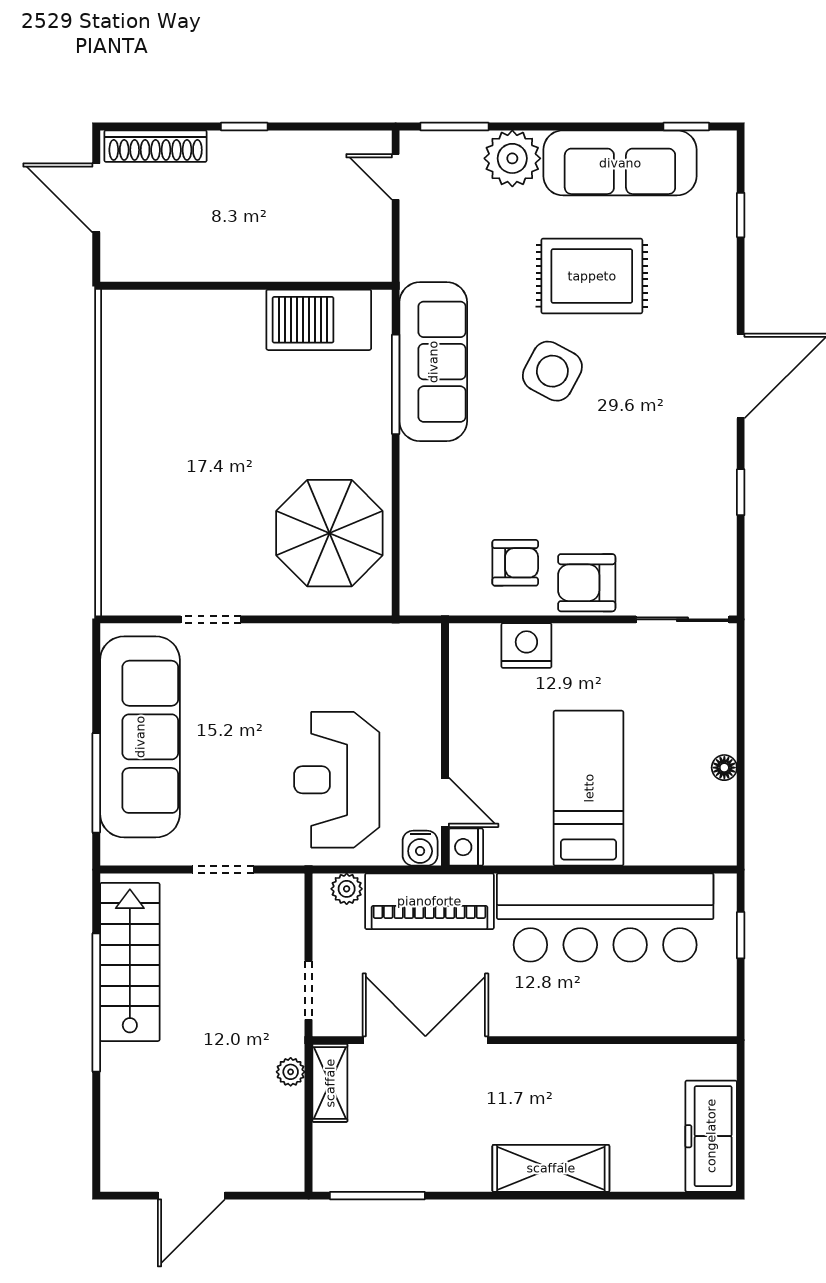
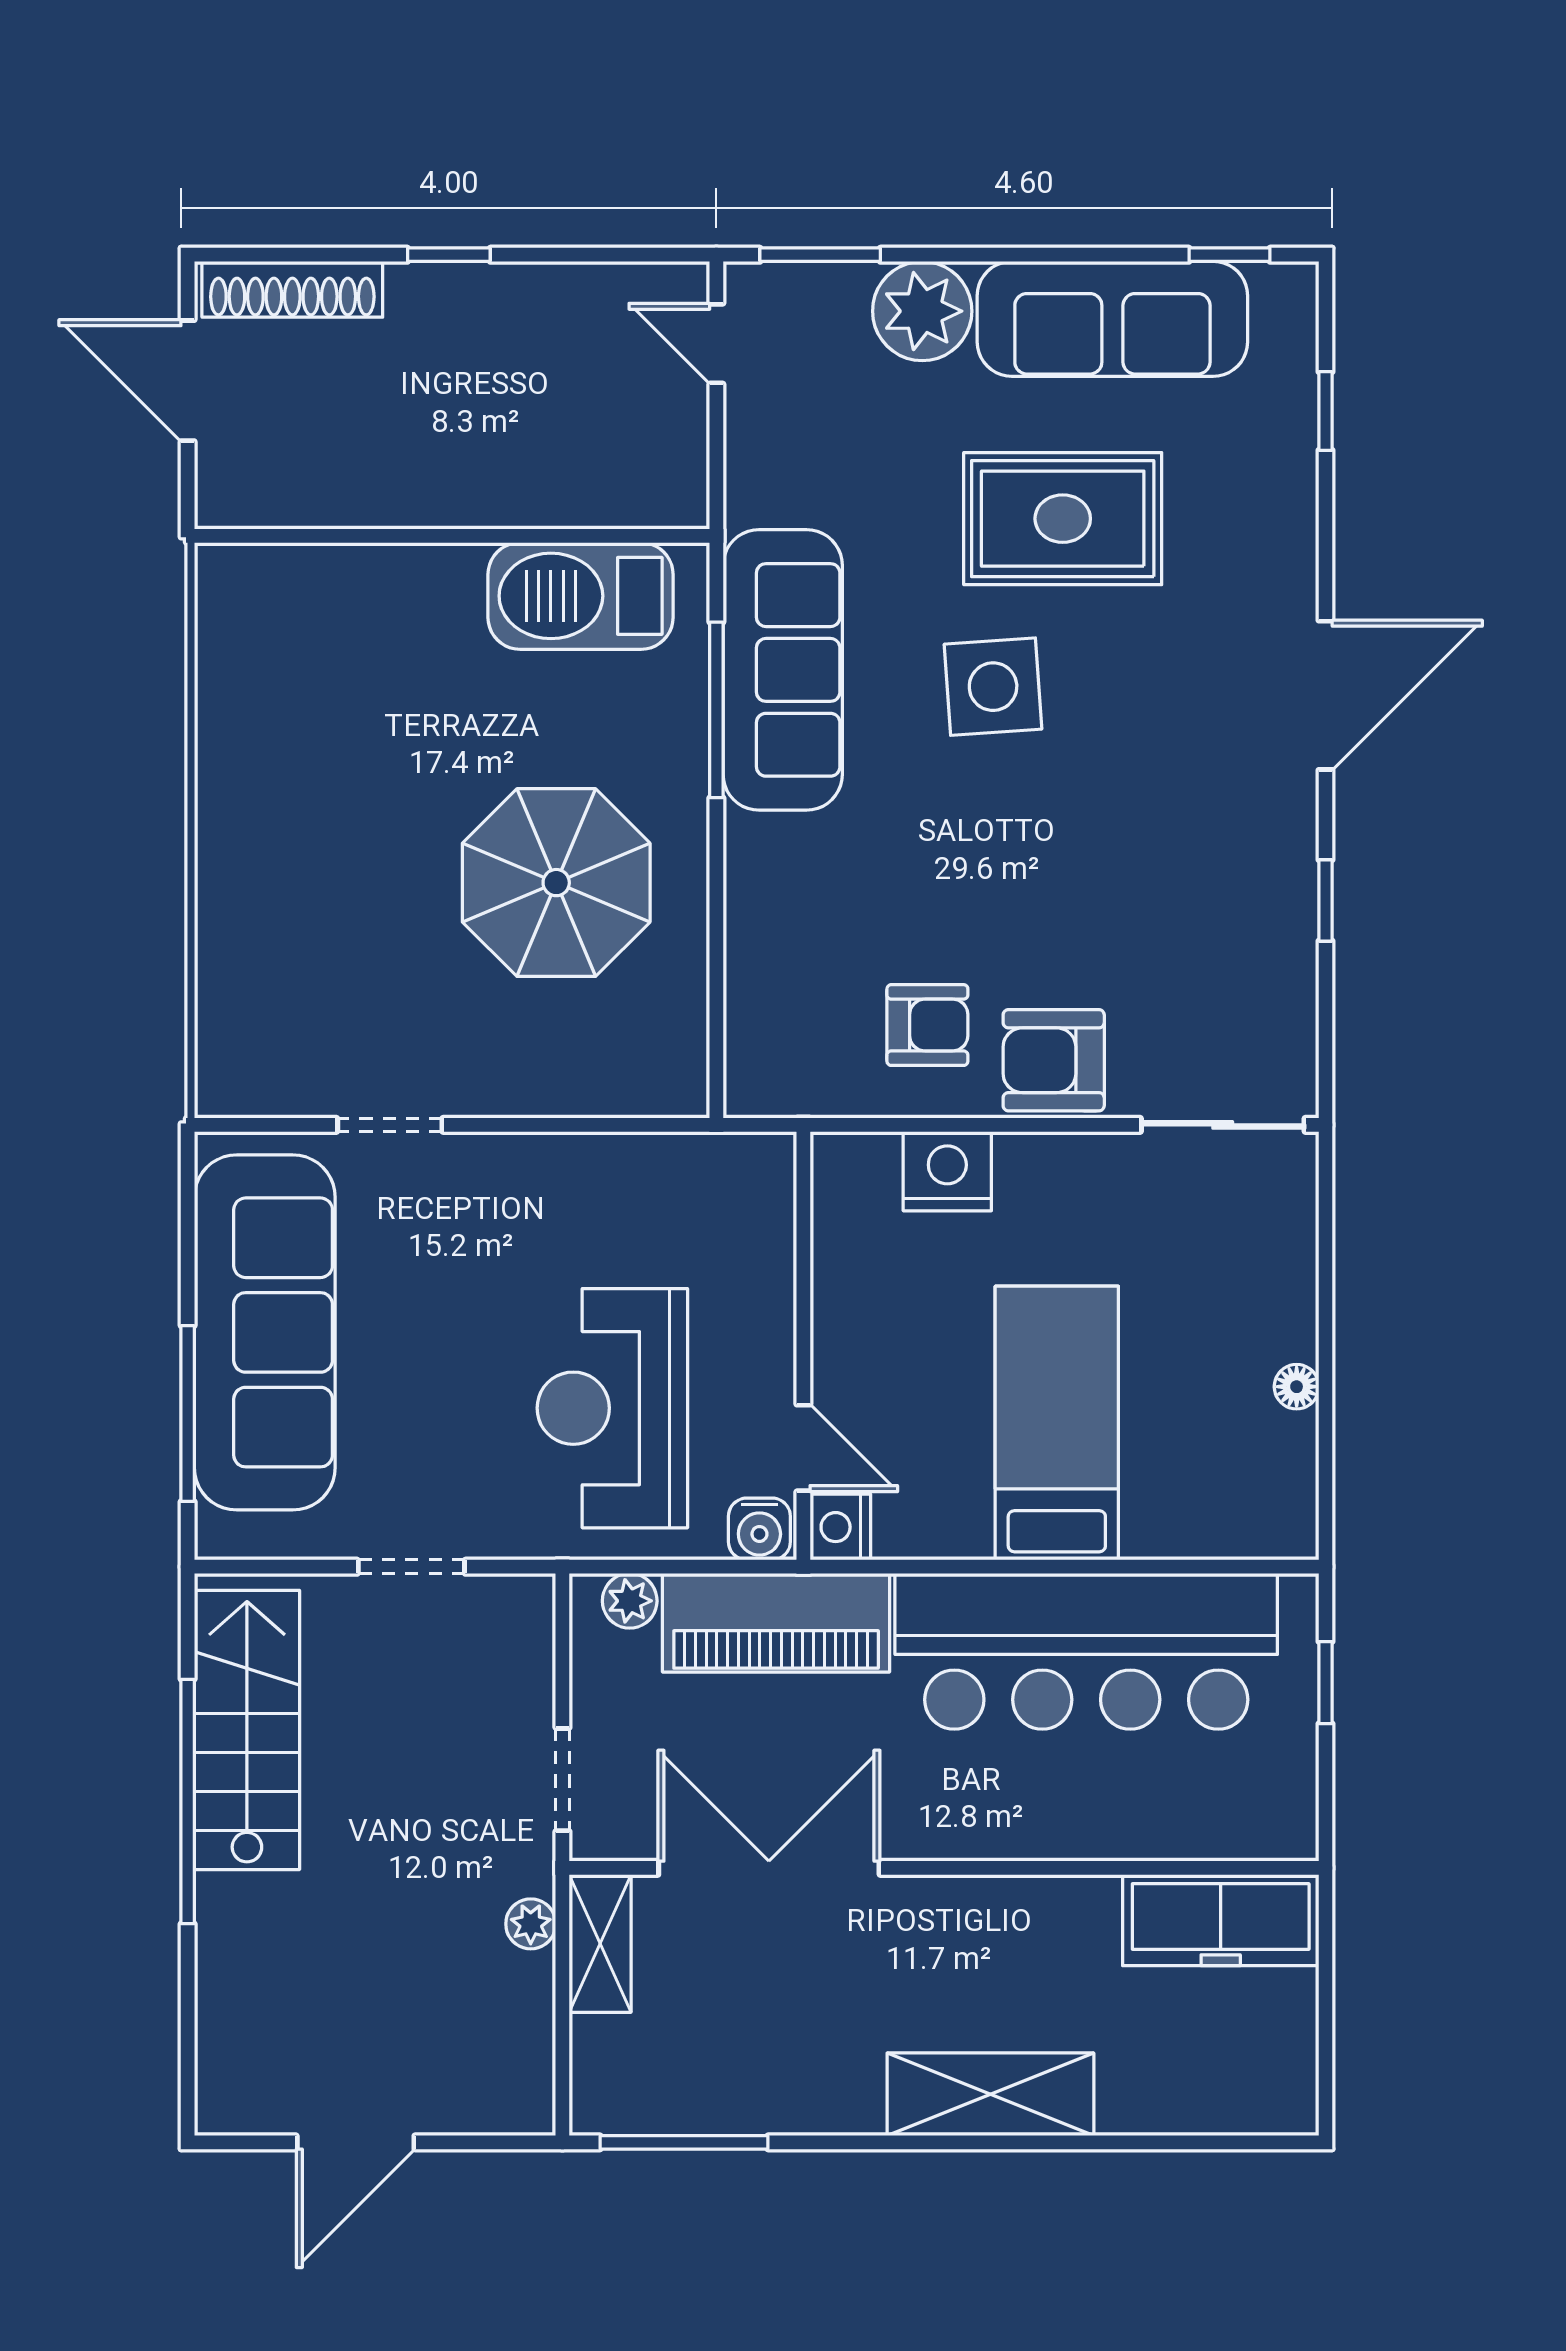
side table: (552, 371) -> (993, 687), turned -32
parasol: (329, 533) -> (556, 883), moved
freezer: (711, 1136) -> (1221, 1920), moved, turned -90

